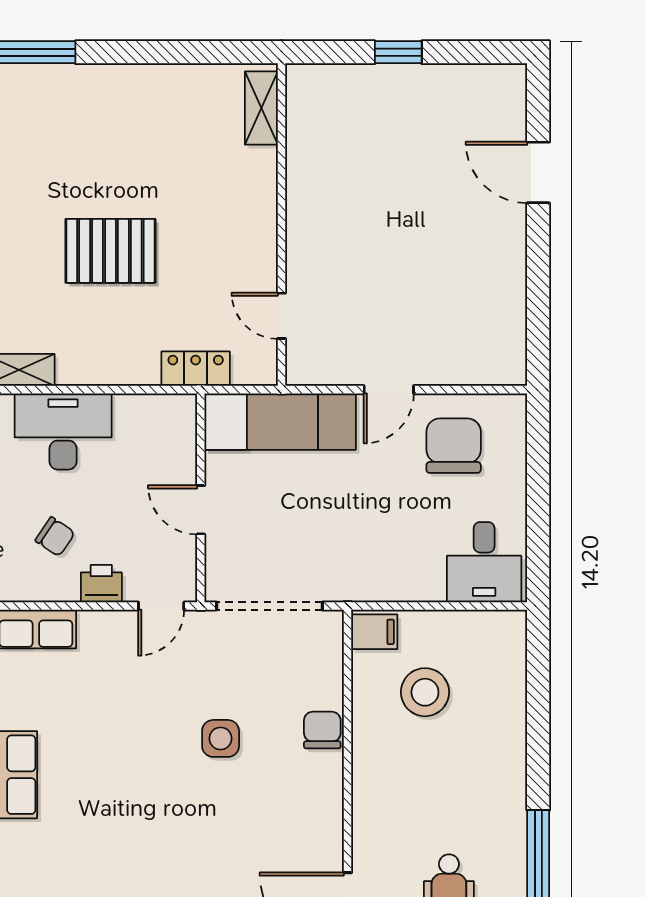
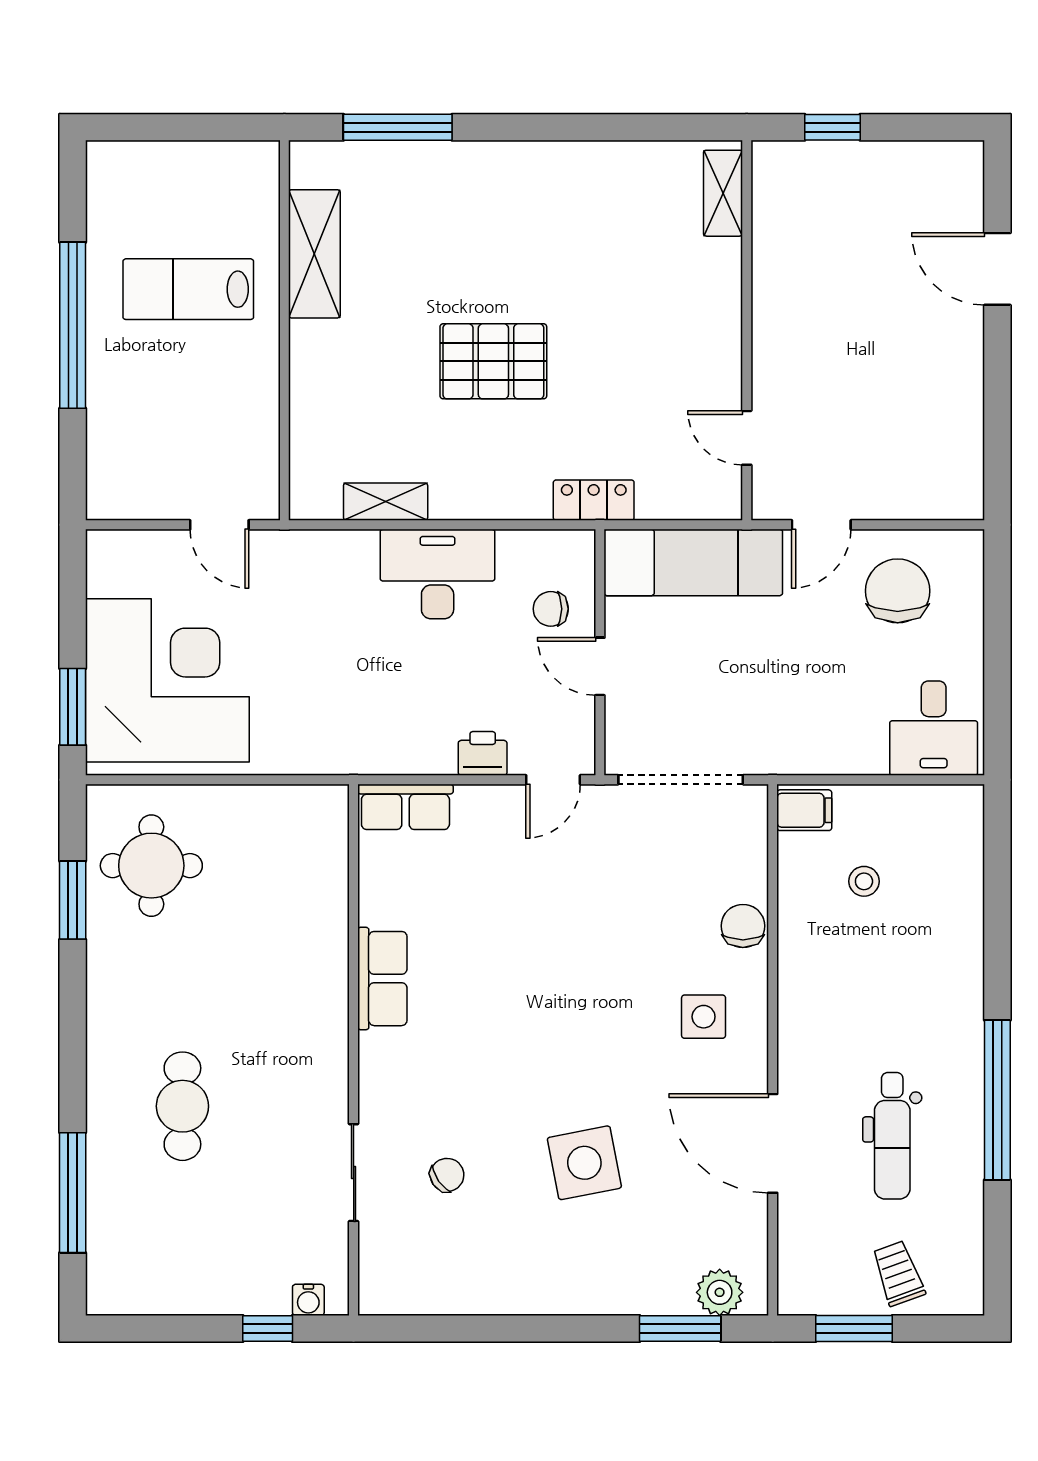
shelving: (261, 108) -> (723, 193), moved
wall: (281, 225) -> (747, 330), moved
door: (281, 316) -> (747, 438), moved
chair: (55, 537) -> (551, 609), moved, turned 146
stool: (425, 692) -> (864, 881), width x0.53, depth x0.53
side table: (221, 738) -> (704, 1017), moved

